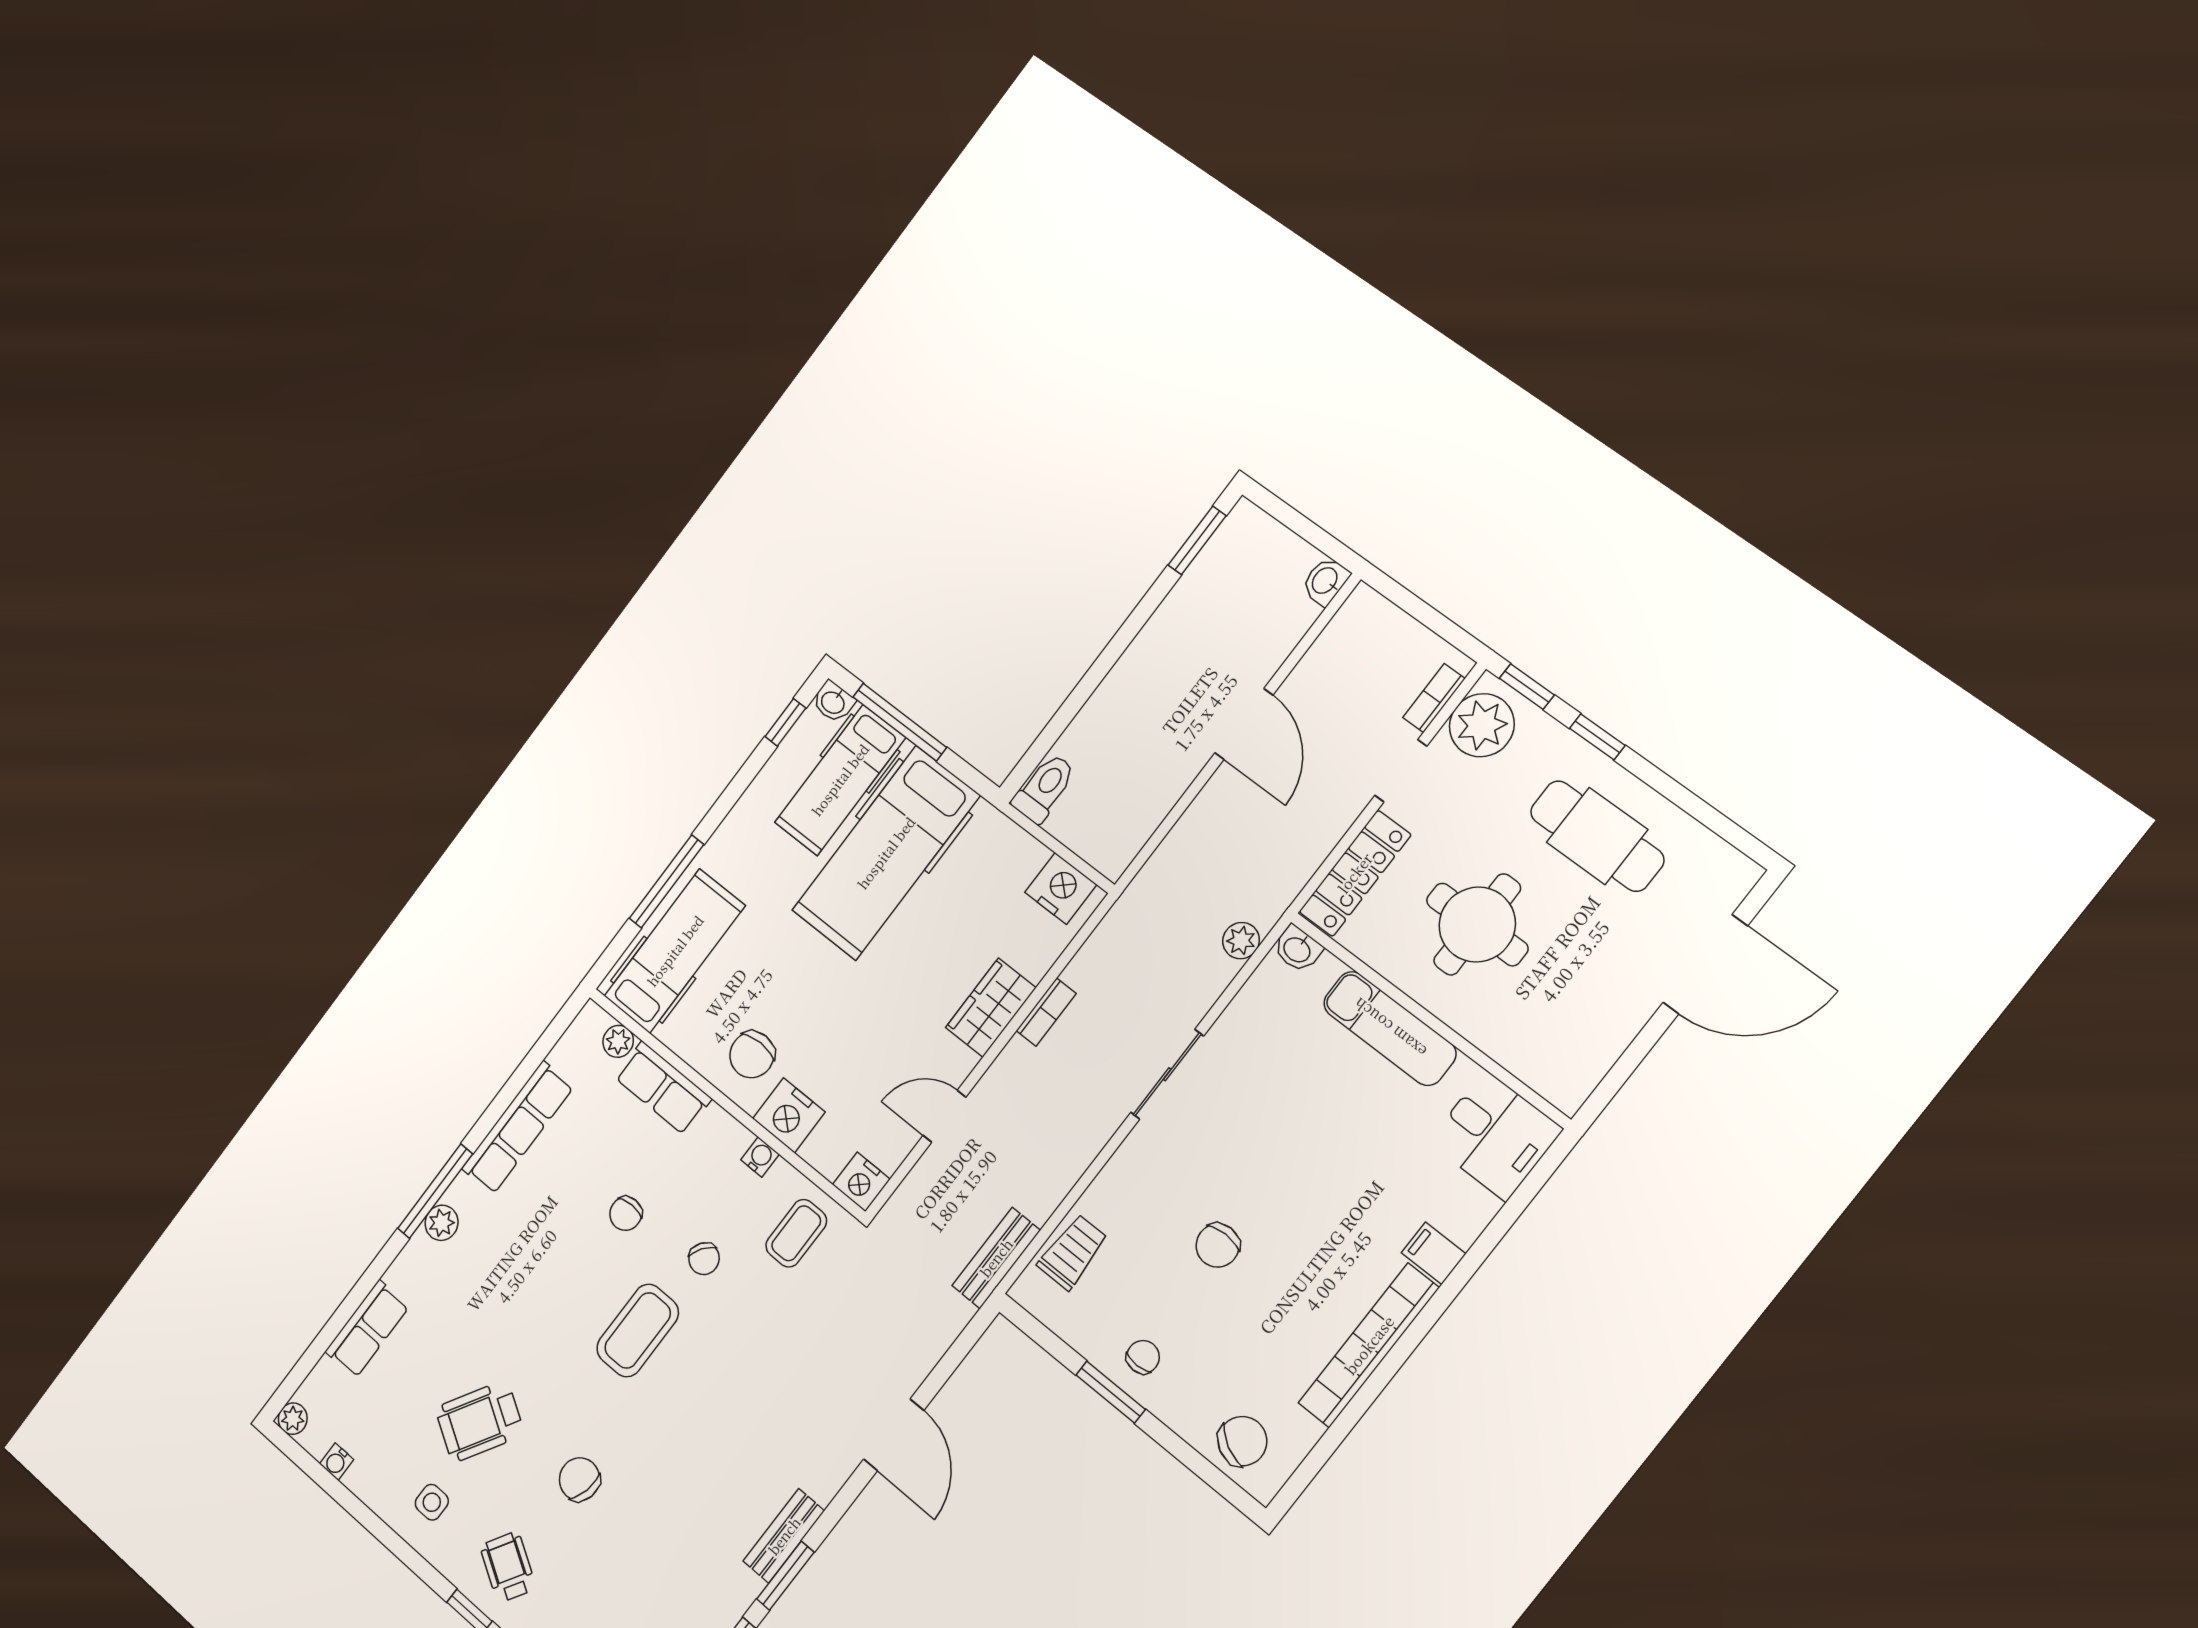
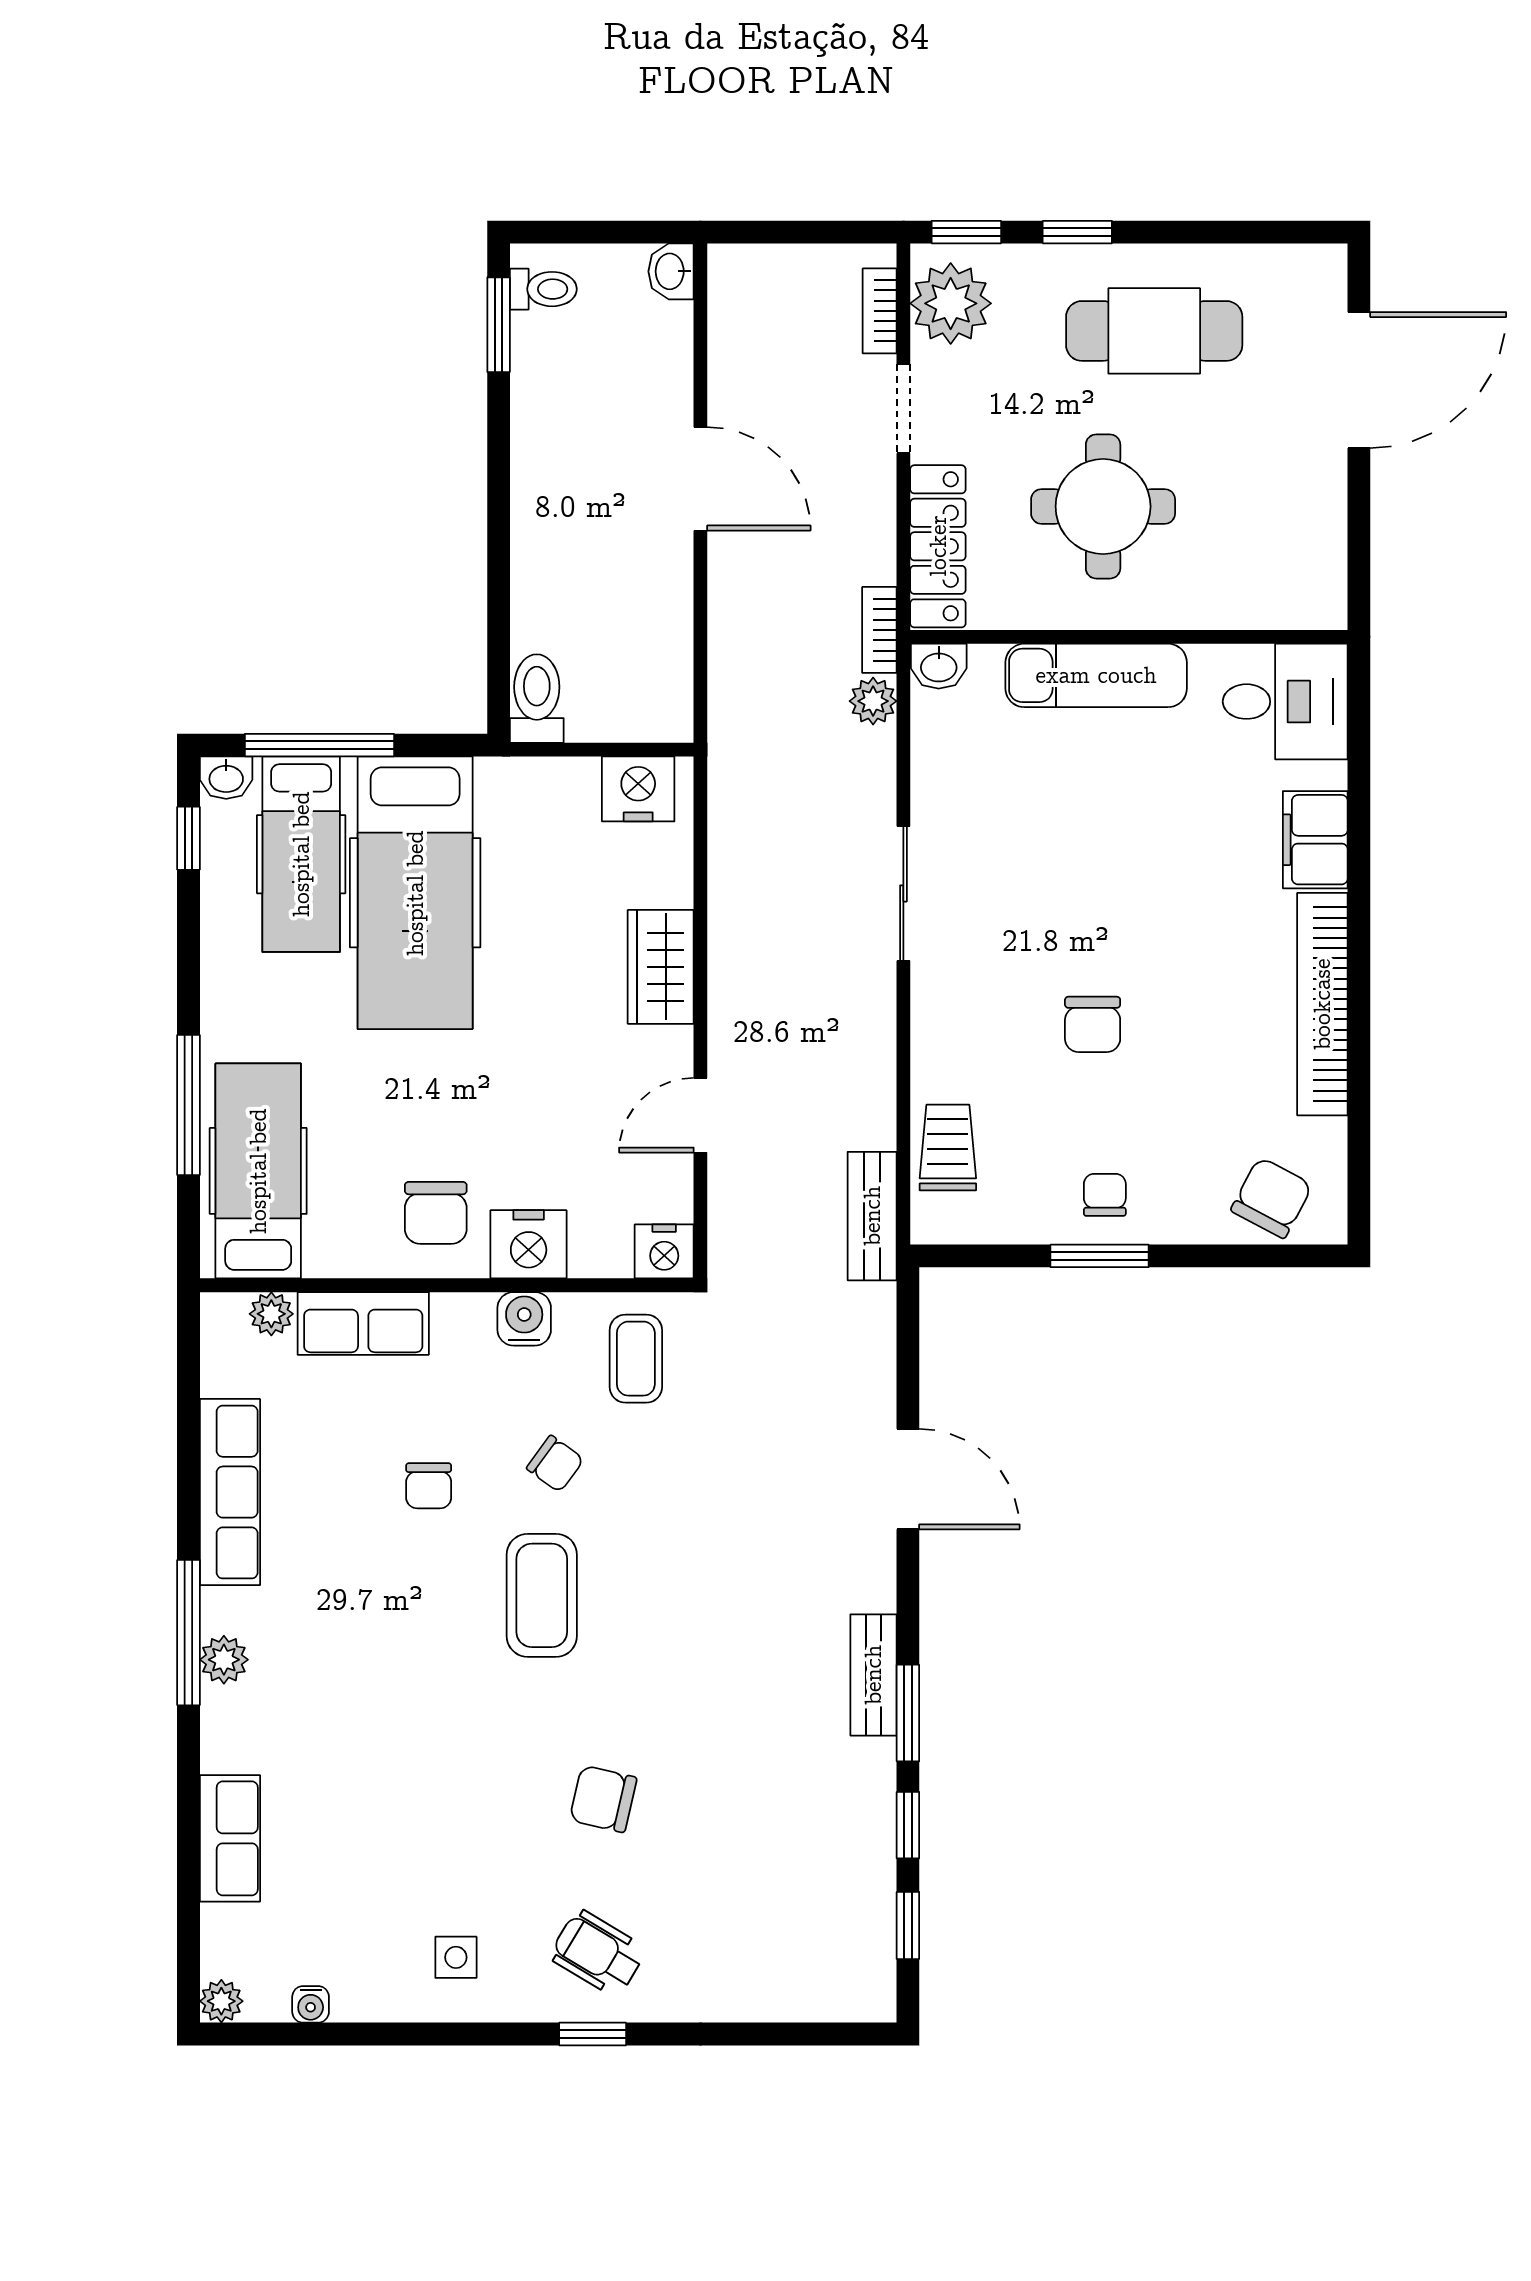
toilet: (1240, 537) -> (543, 289), added
bookcase: (1046, 1012) -> (879, 630), moved, turned 180
water cooler: (760, 1157) -> (524, 1319), width x1.38, depth x1.38
filing cabinet: (1434, 1253) -> (1315, 840), width x2.00
wheelchair: (480, 1421) -> (441, 1830), removed

